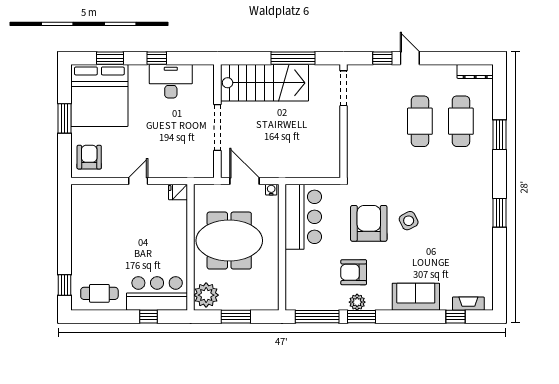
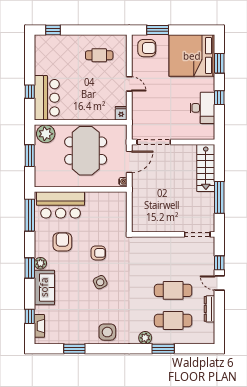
door: (410, 58) -> (219, 283), swing flipped
dresser: (475, 71) -> (210, 309), moved
stairs: (265, 83) -> (206, 168), width x0.73, depth x0.66
window: (65, 118) -> (158, 30), moved
doorway: (217, 128) -> (154, 142), moved
plant: (485, 159) -> (145, 338), added
side table: (477, 211) -> (107, 332), added
window: (500, 213) -> (74, 349), moved
bar counter: (303, 217) -> (61, 205), moved
armchair: (369, 223) -> (98, 253), width x0.53, depth x0.53
cafe table: (99, 293) -> (99, 55), moved, turned 90
plant: (357, 302) -> (40, 263), moved
window: (362, 317) -> (30, 268), moved

